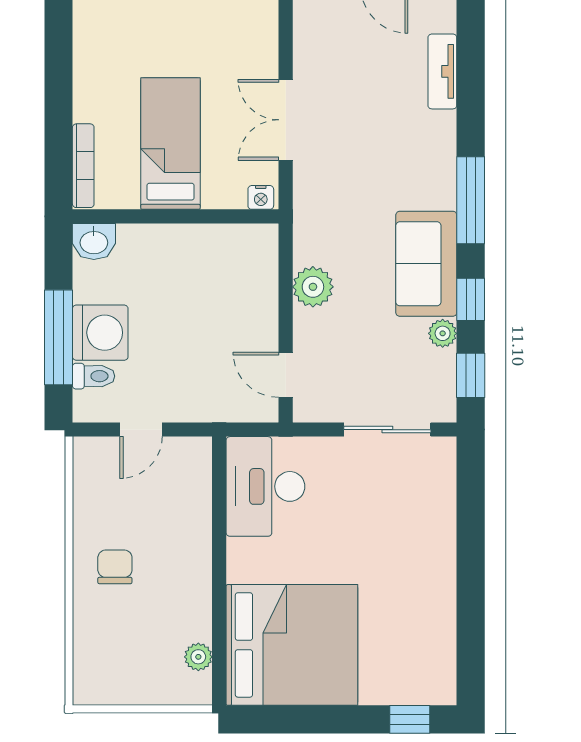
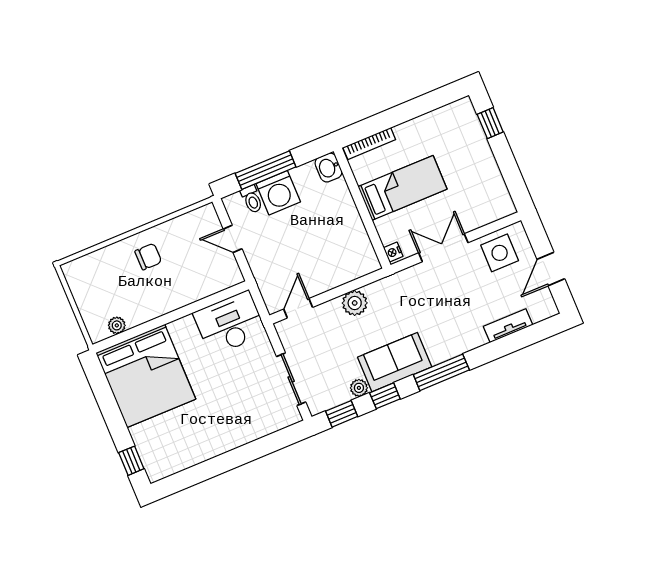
side table: (328, 39) -> (500, 253), added

